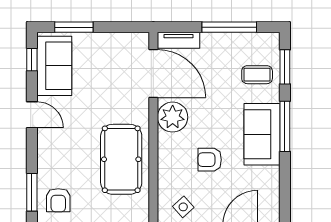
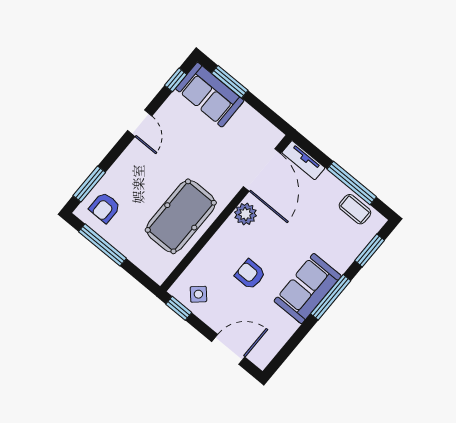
sofa: (54, 66) -> (210, 95), moved, turned 90
coffee table: (257, 75) -> (355, 209), moved
plant: (173, 117) -> (245, 214), width x0.73, depth x0.73

